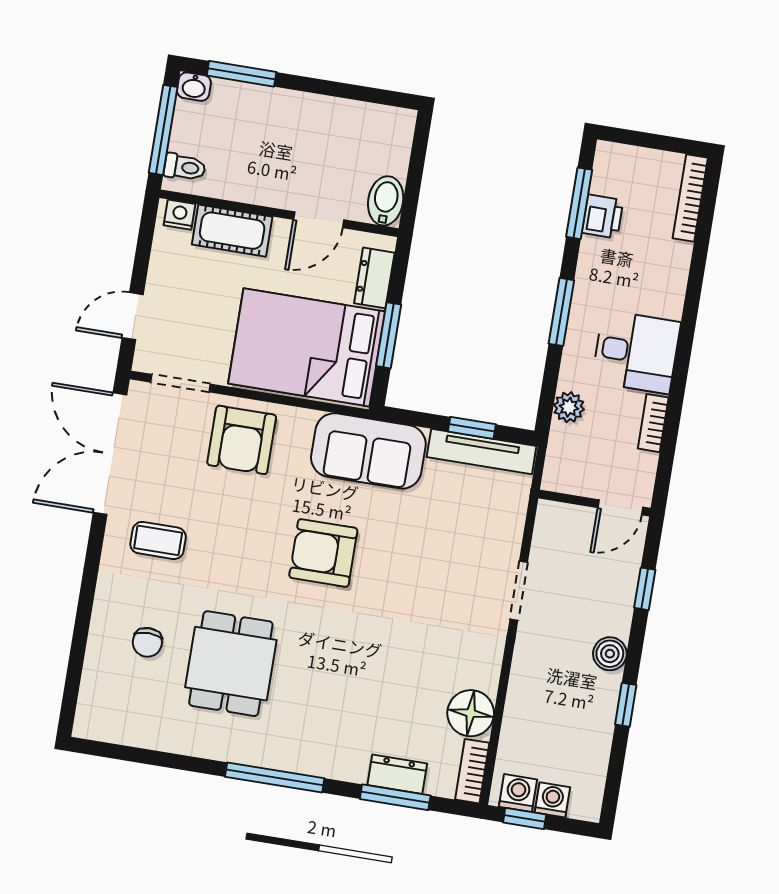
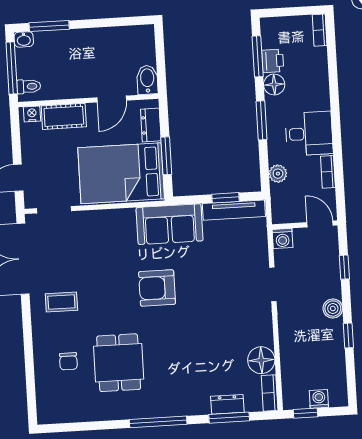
bookcase: (690, 198) -> (320, 30), width x0.64
floor lamp: (596, 257) -> (274, 85), added
armchair: (242, 440) -> (96, 234), removed
door: (620, 507) -> (320, 224), swing flipped
washing machine: (518, 793) -> (282, 238), moved, turned 180

